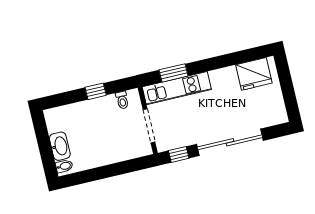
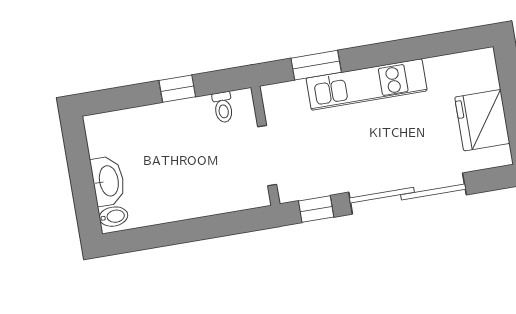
fridge: (254, 74) -> (482, 120), moved, turned 90
kitchen unit: (177, 88) -> (367, 84), moved

